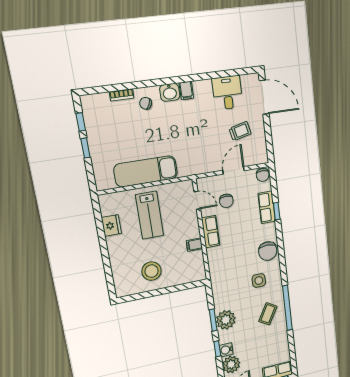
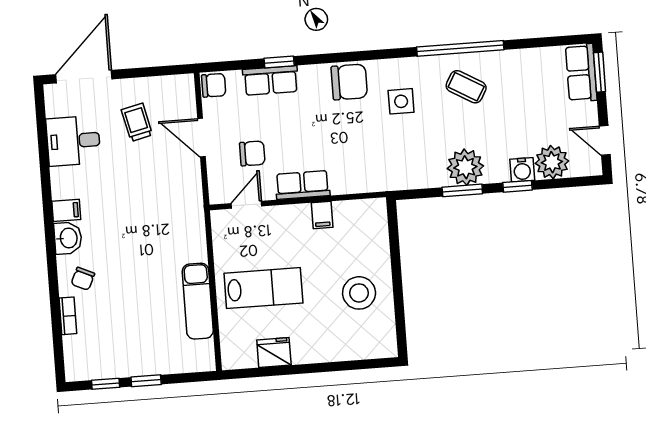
exam couch: (146, 171) -> (198, 301), width x0.73, depth x0.69

